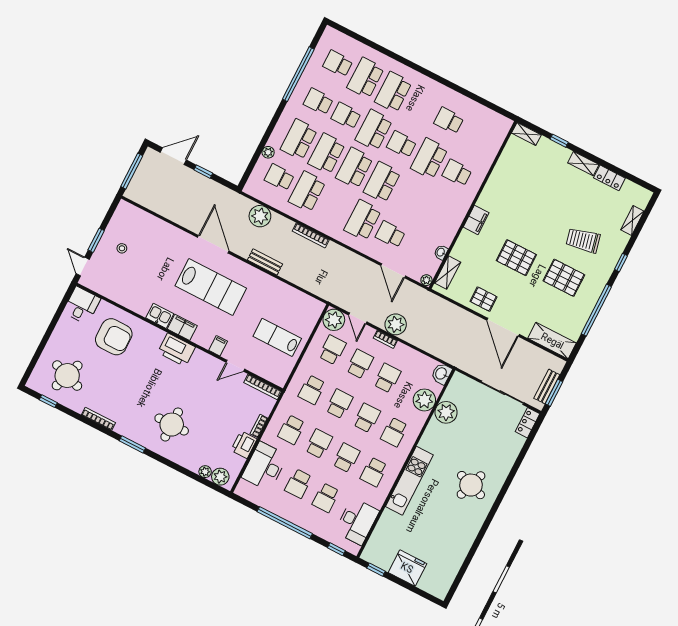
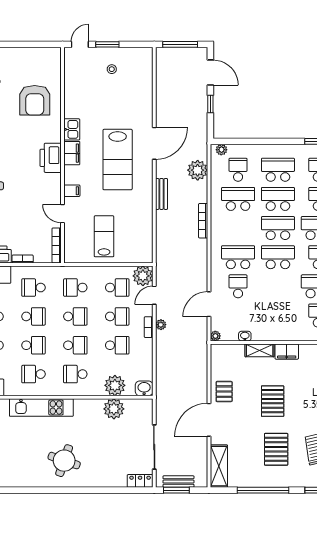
plant: (268, 152) -> (221, 150), moved
shelving: (448, 273) -> (260, 350), moved
desk: (82, 305) -> (47, 60), removed
plant: (396, 324) -> (161, 325), width x0.53, depth x0.53

